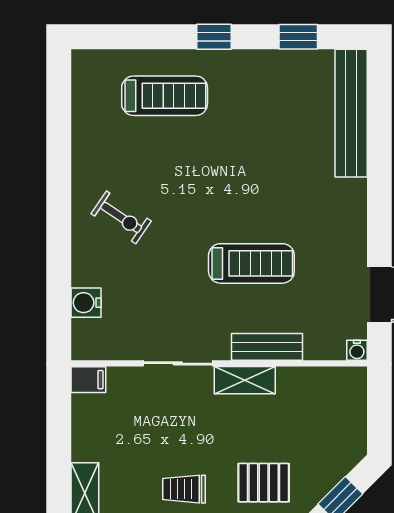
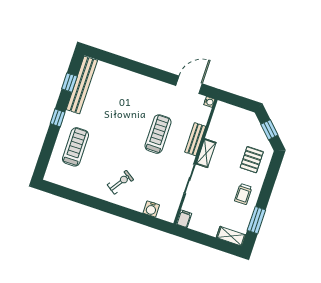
bench: (351, 113) -> (82, 85), moved, turned 90

